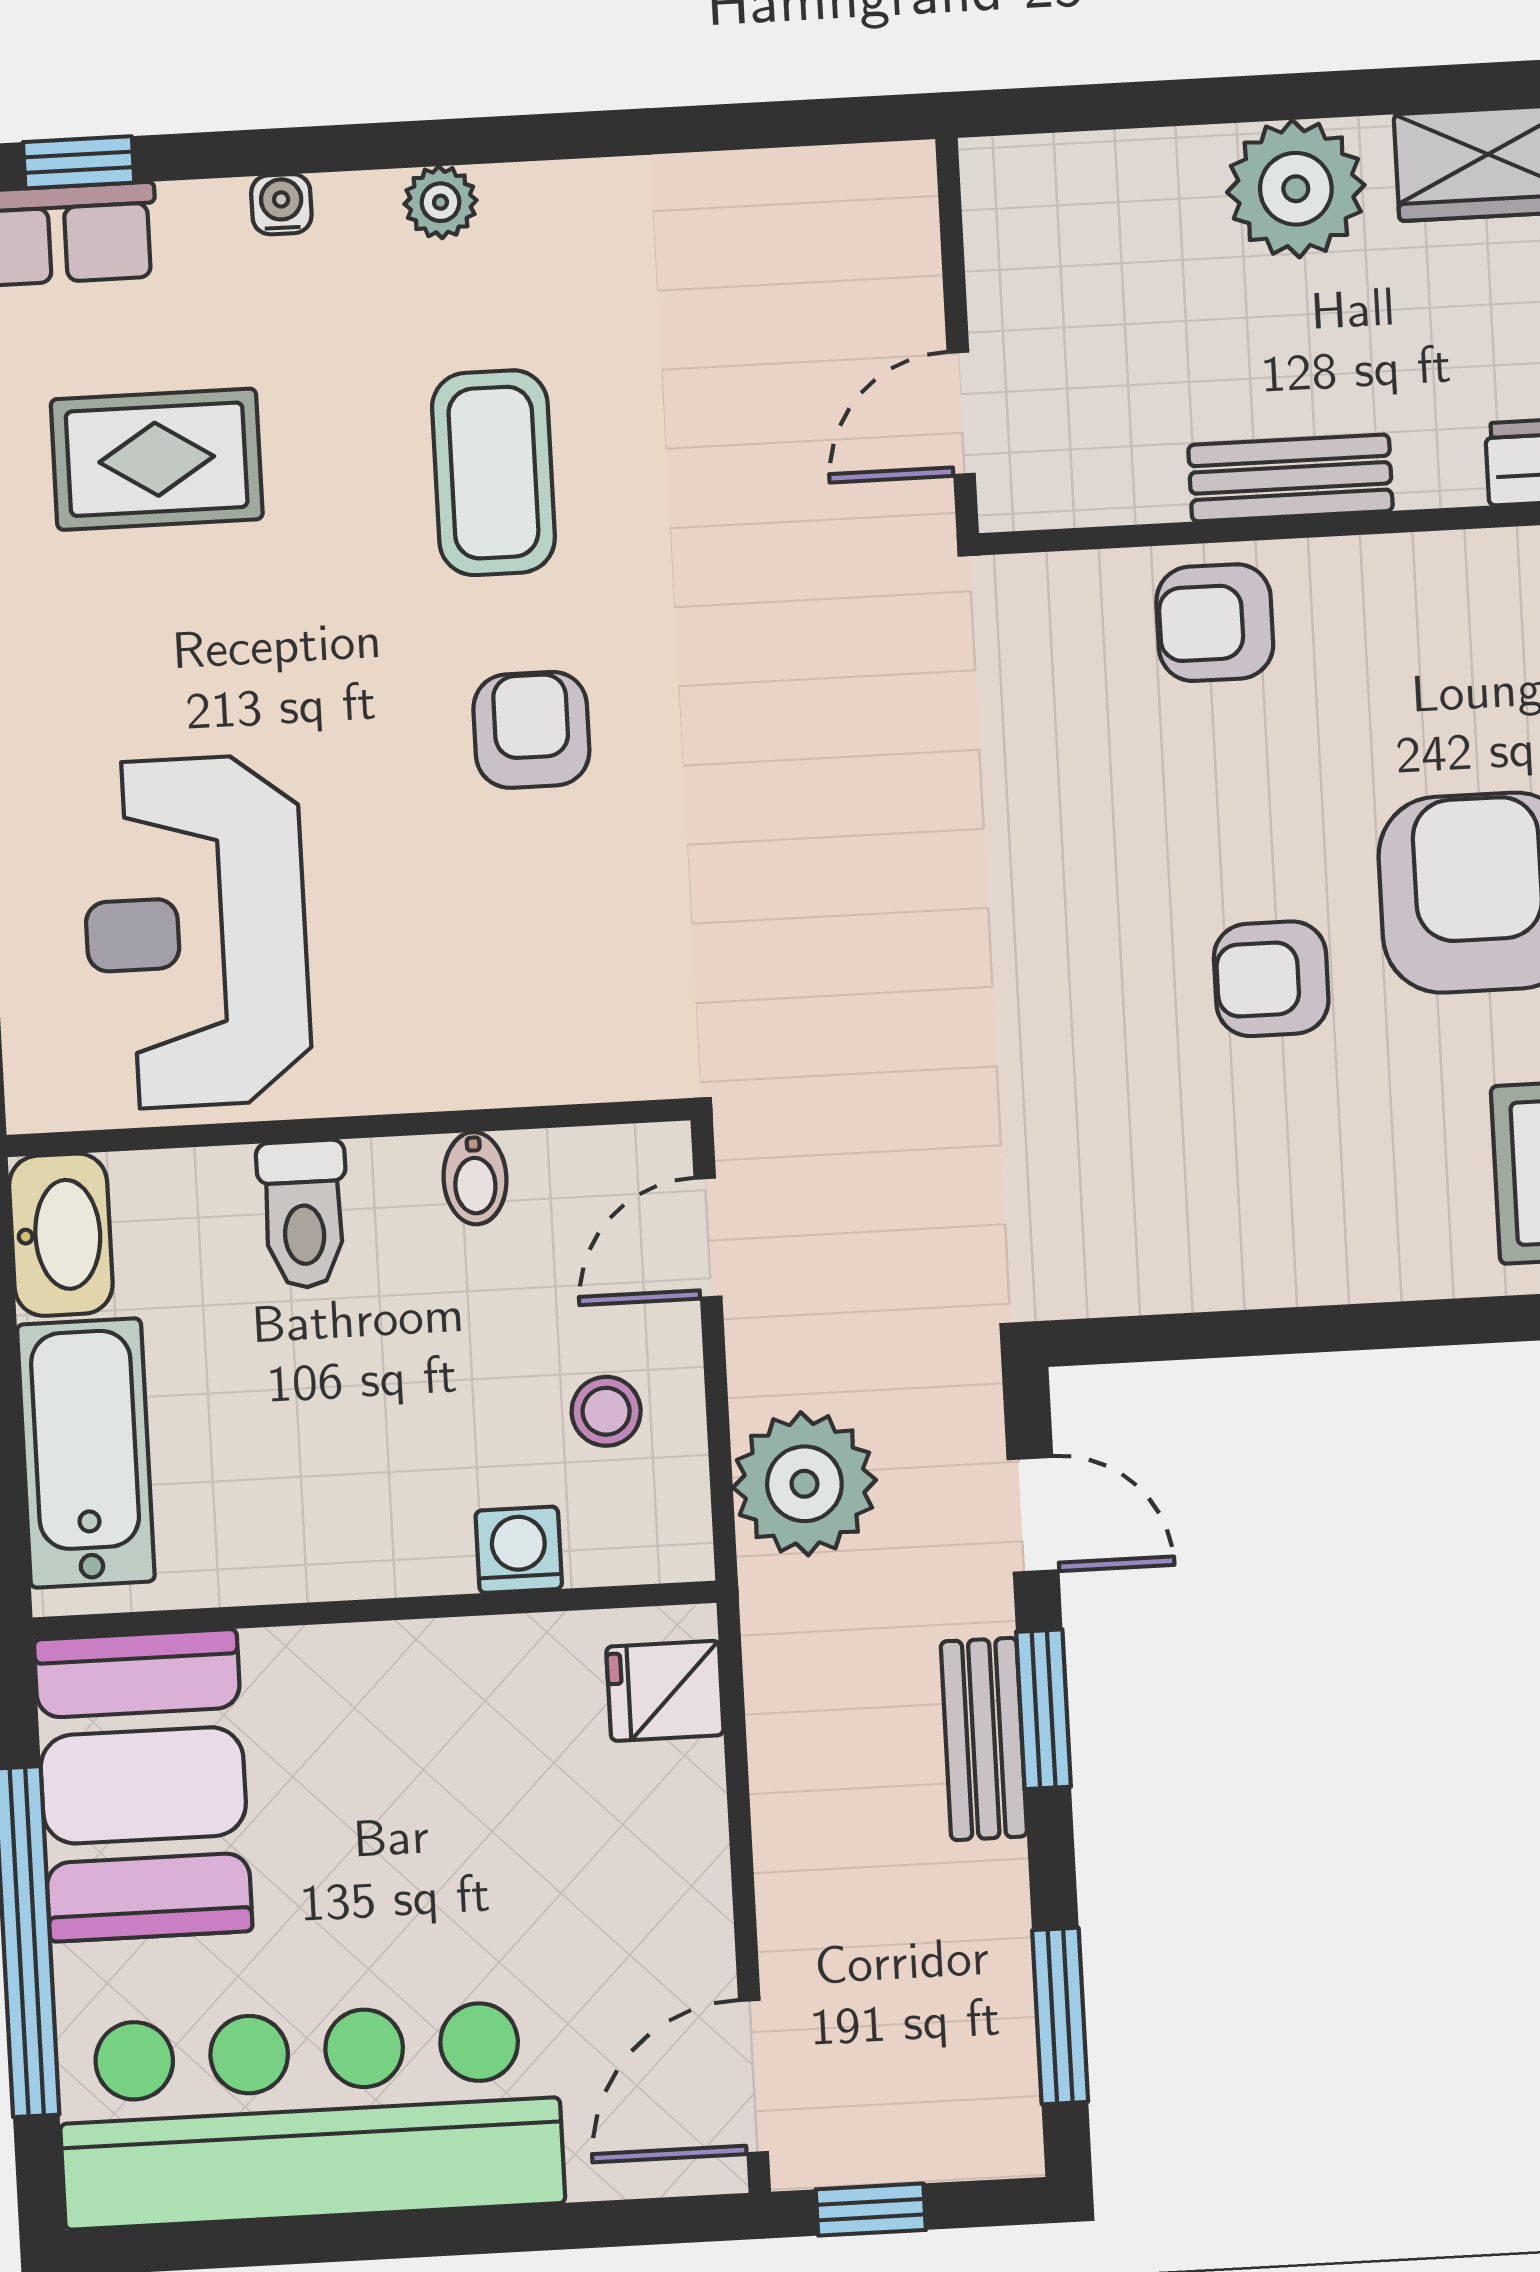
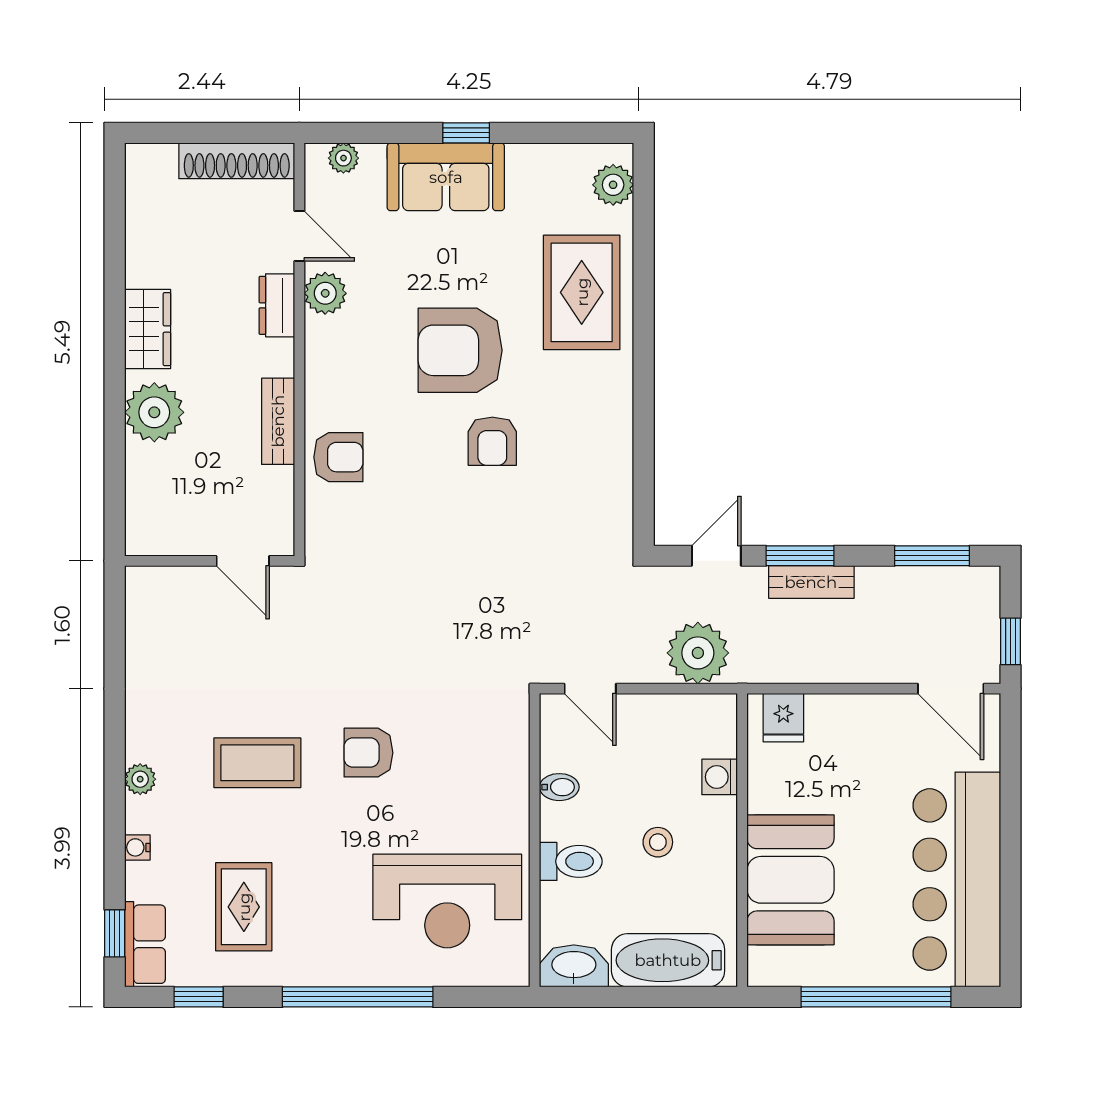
armchair: (1215, 623) -> (338, 457), turned -90
stool: (606, 1411) -> (658, 842), moved
booth: (143, 1785) -> (790, 880), moved, turned 90

